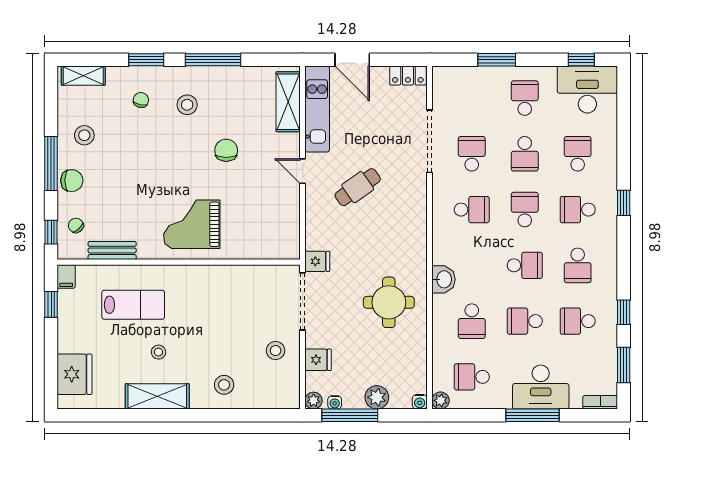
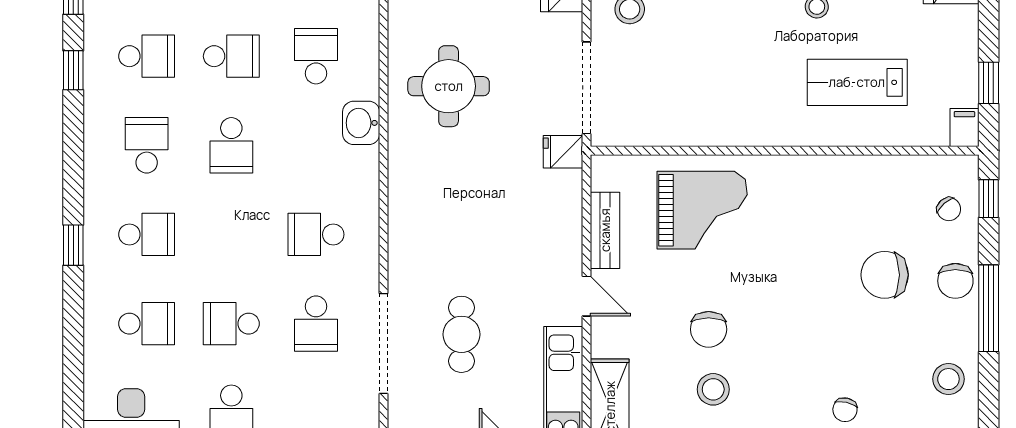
stool: (187, 105) -> (713, 389), moved
stool: (84, 135) -> (948, 379), moved
school desk: (525, 154) -> (231, 324), turned -90
school desk: (578, 154) -> (147, 324), turned -90
chair: (72, 181) -> (955, 281), turned -90
chair: (116, 184) -> (885, 275), added
cafe table: (358, 187) -> (461, 334), moved, turned -55
school desk: (525, 210) -> (231, 234), removed
grand piano: (192, 224) -> (702, 210), moved
bench: (112, 250) -> (605, 230), moved, turned 90
school desk: (525, 265) -> (231, 145), turned -90

